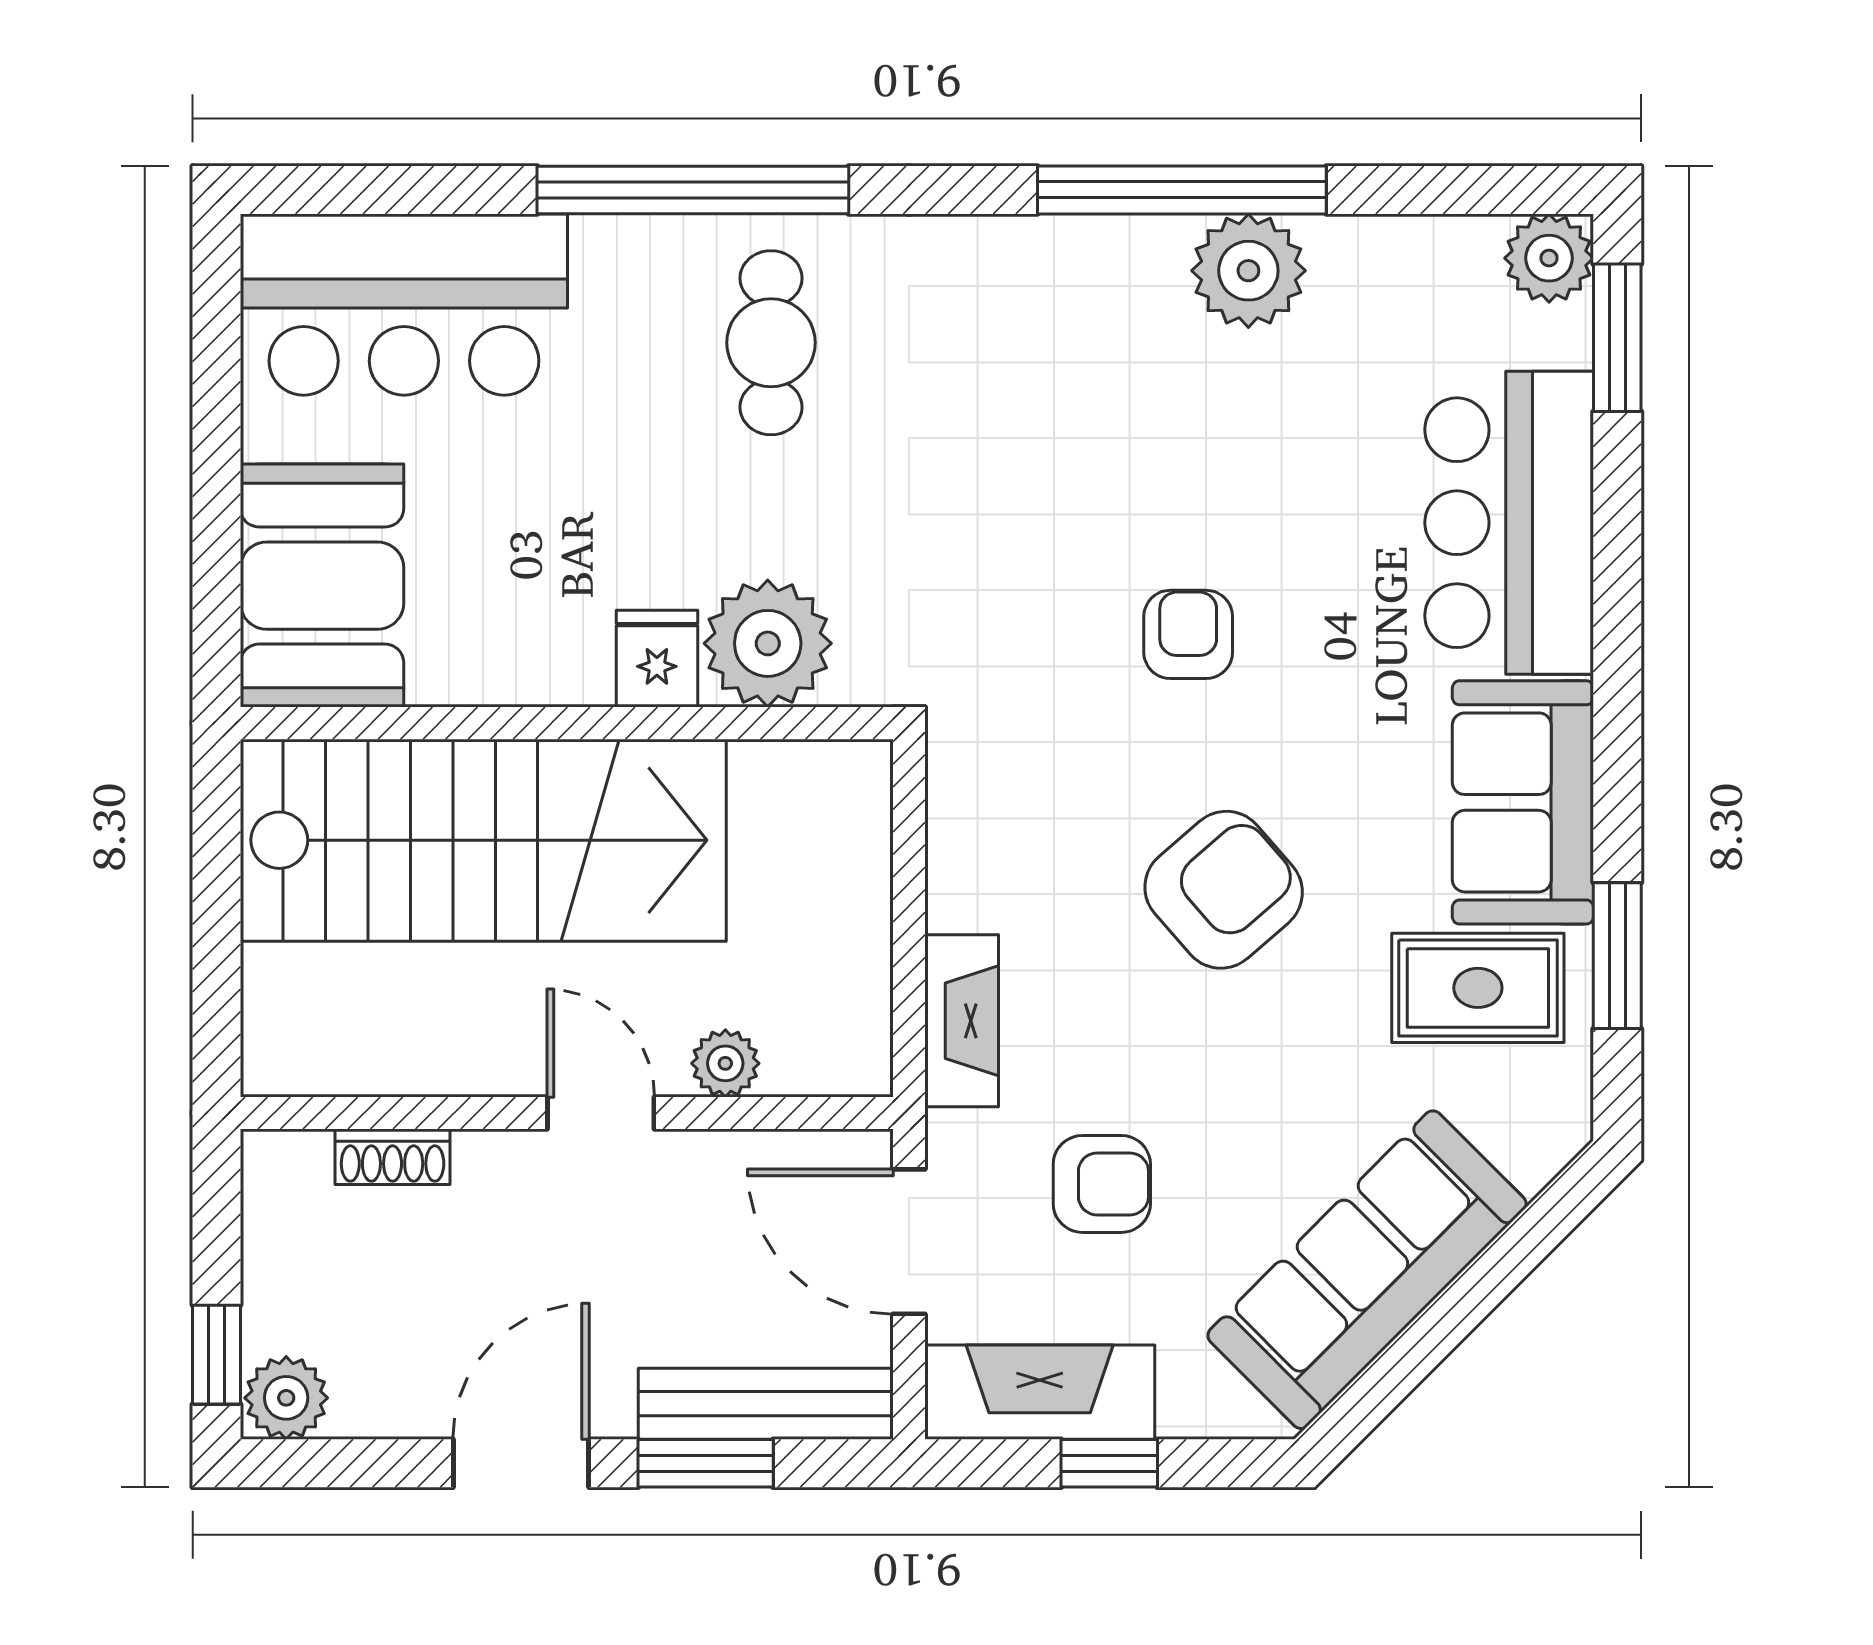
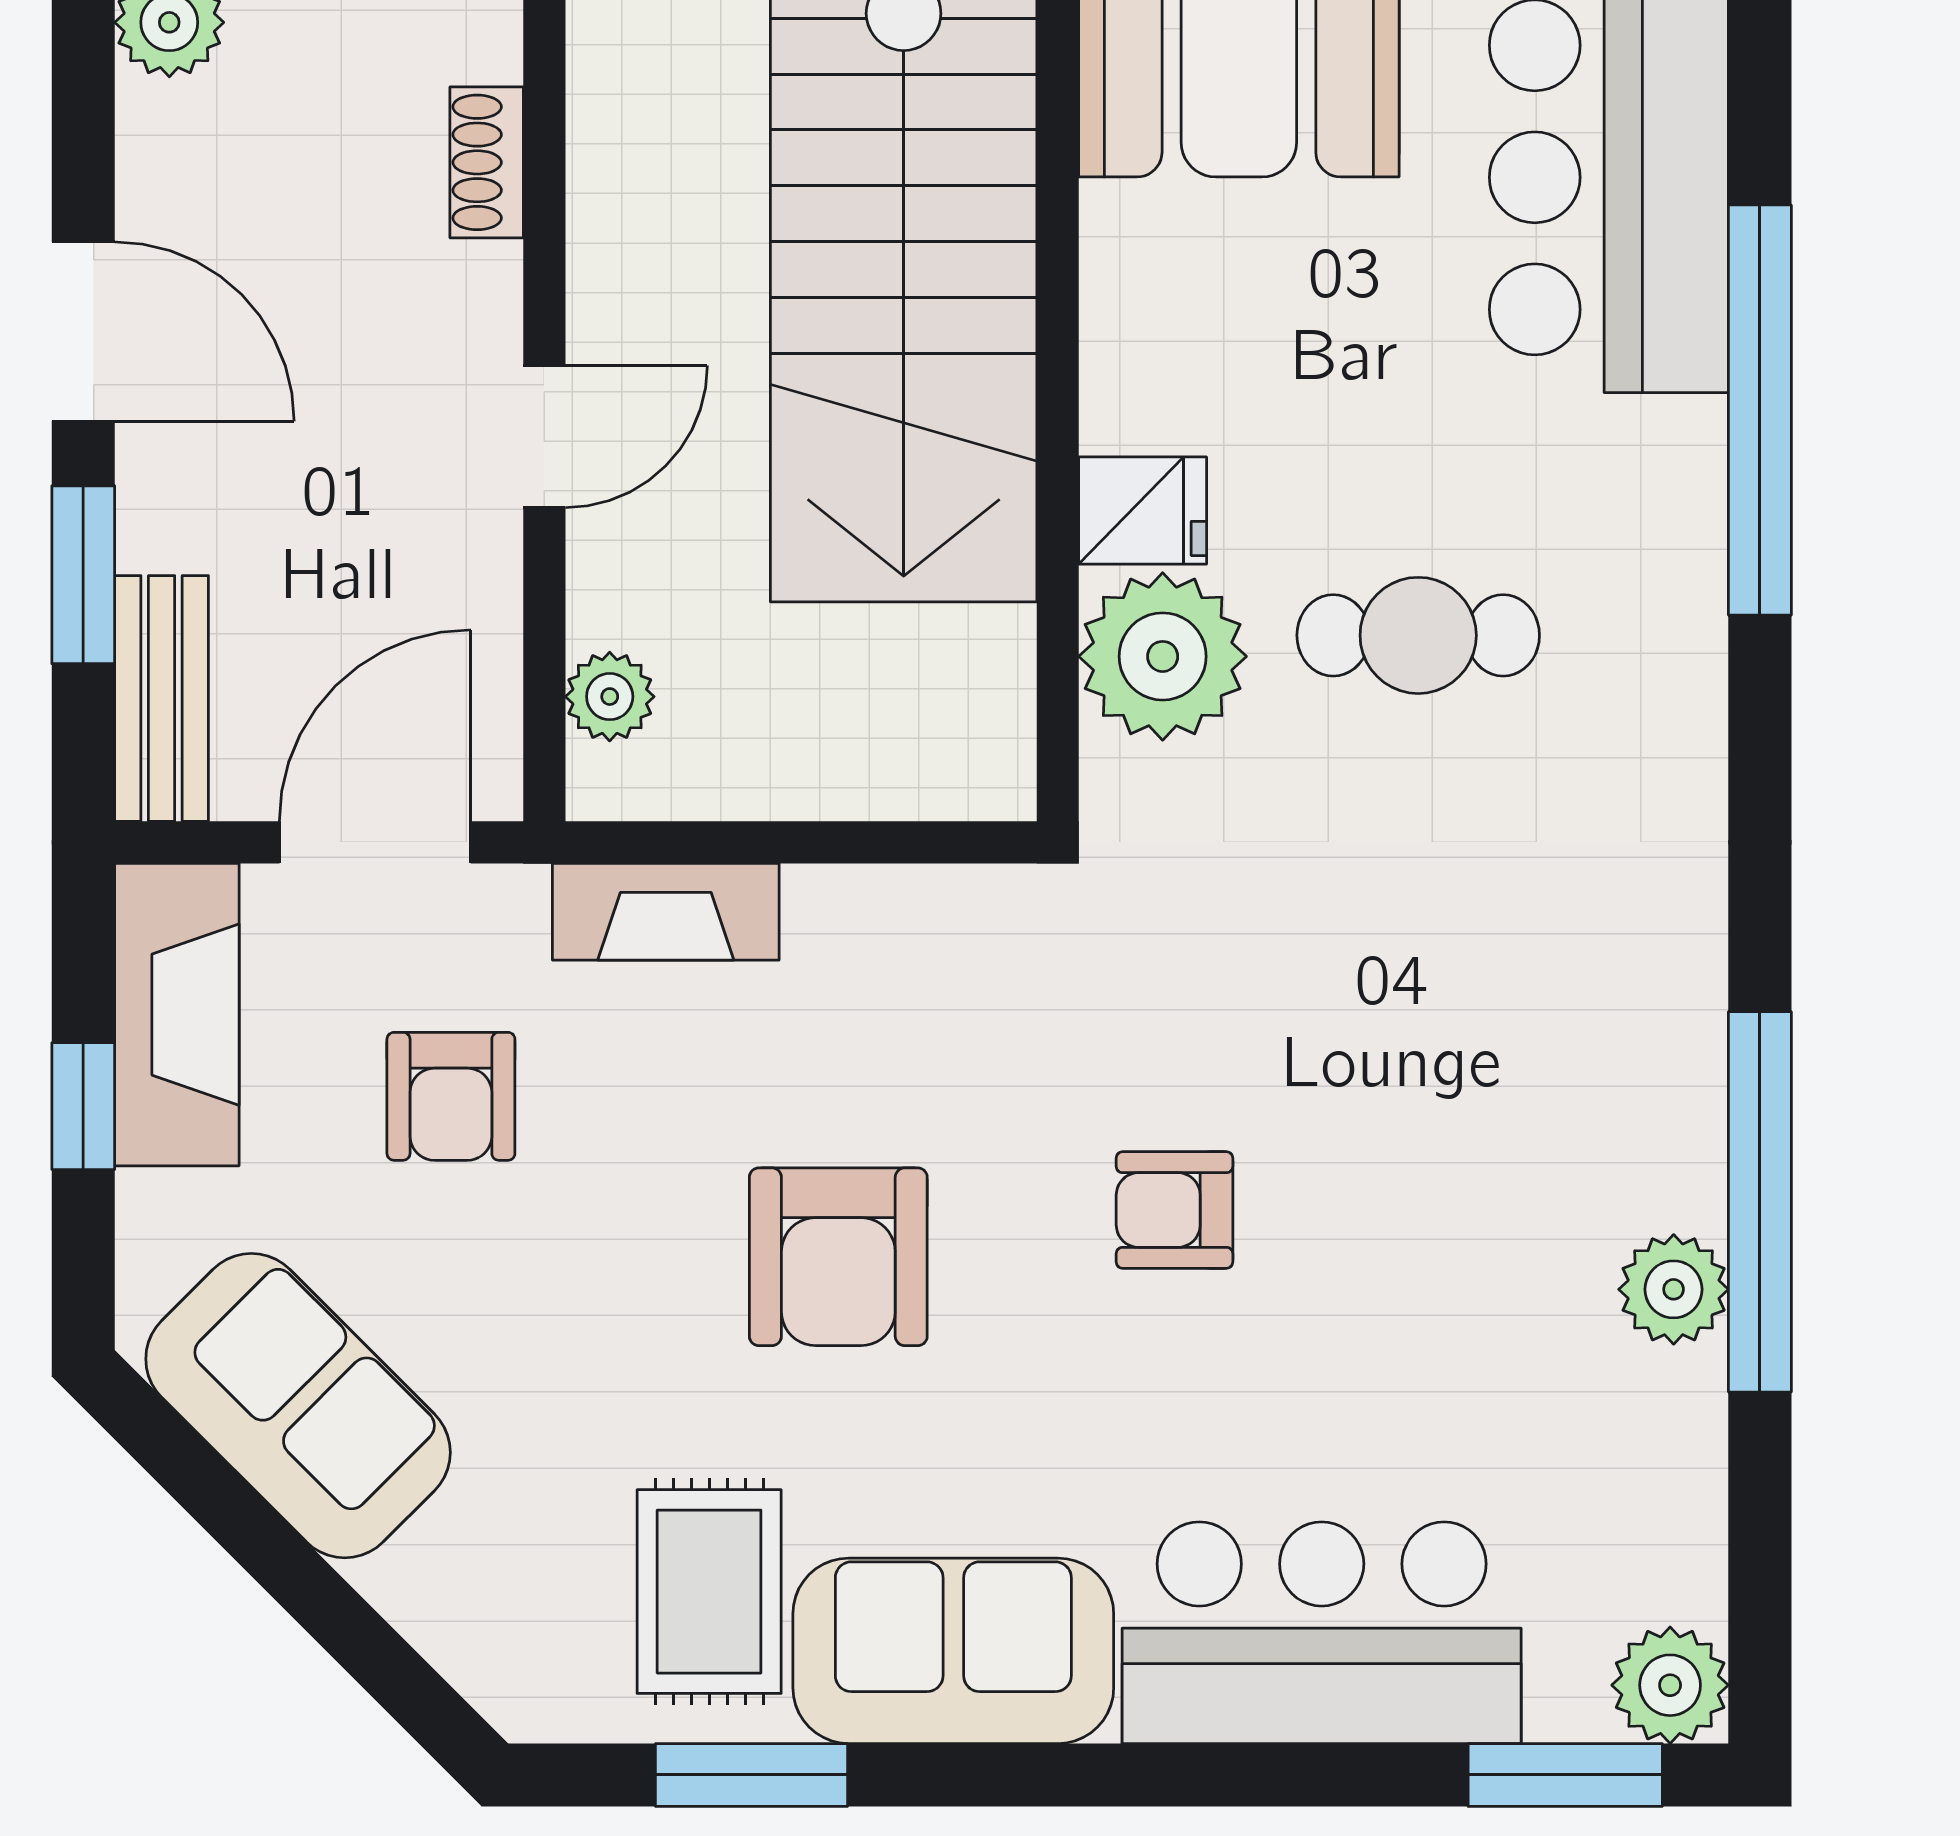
window: (693, 190) -> (1760, 410), moved
plant: (1248, 271) -> (1674, 1289), width x0.73, depth x0.73
cafe table: (771, 343) -> (1418, 635), moved
armchair: (1188, 634) -> (1175, 1210), turned 180
armchair: (1224, 890) -> (838, 1257), turned 41
plant: (725, 1063) -> (610, 697), moved
sofa: (1367, 1270) -> (298, 1406), width x0.73
bench: (766, 1404) -> (162, 698), width x0.73

